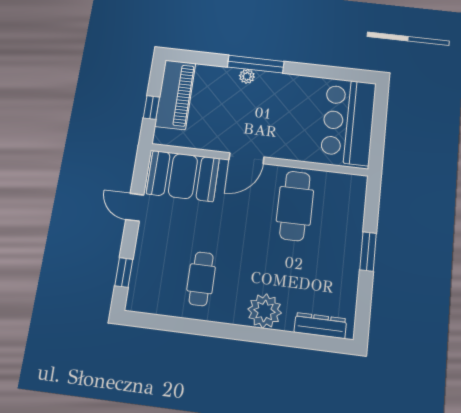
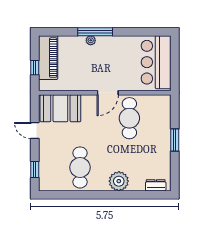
door: (246, 158) -> (108, 93), moved
cafe table: (201, 279) -> (80, 167), width x1.37, depth x1.35
dresser: (320, 326) -> (156, 185), width x0.70

